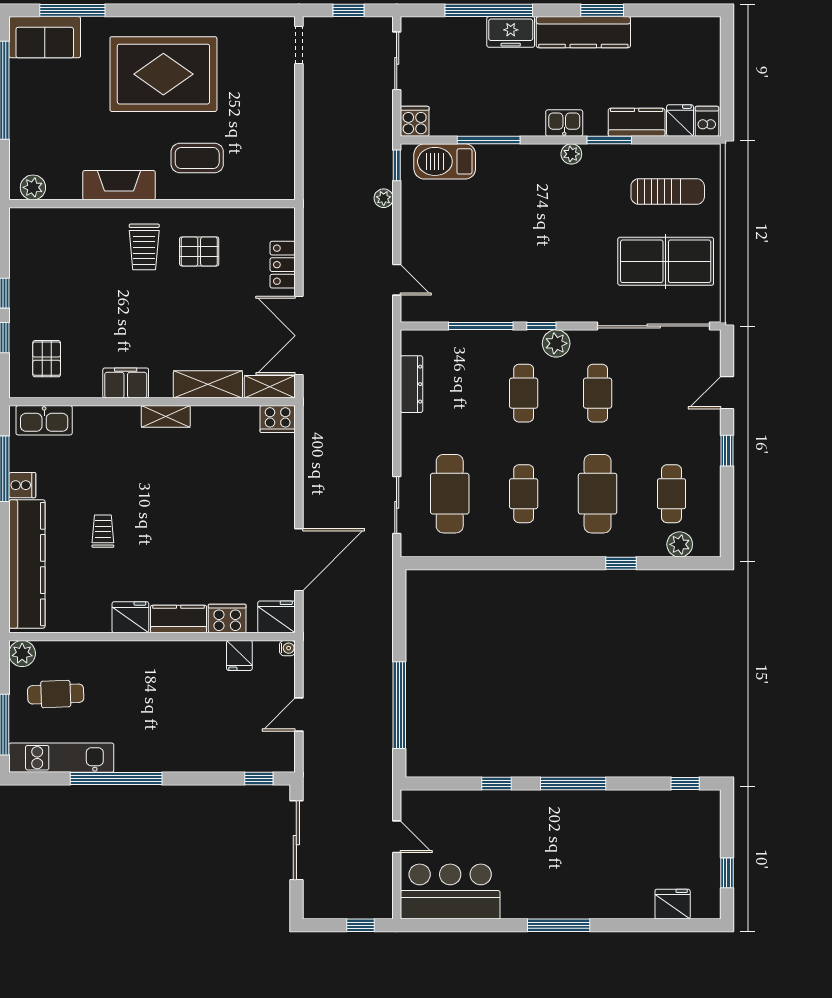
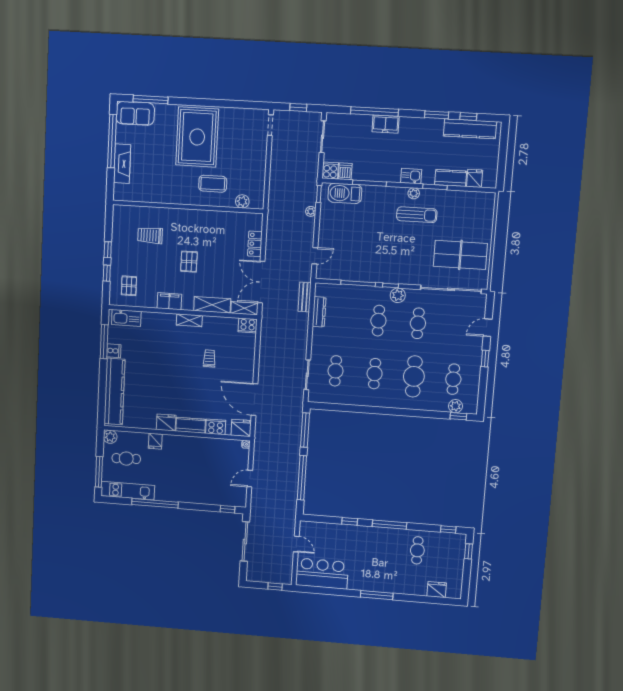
window: (660, 10) -> (468, 117), added
kitchen counter: (583, 32) -> (470, 129), moved
rug: (163, 74) -> (197, 137), turned 90
dishwasher: (707, 121) -> (345, 171), moved
fireplace: (119, 185) -> (122, 164), moved, turned 90
plant: (33, 187) -> (242, 201), moved
sun lounger: (668, 192) -> (417, 215), moved
trolley: (144, 247) -> (150, 235), moved, turned 90
pallet: (199, 251) -> (189, 262), moved, turned 90
door: (397, 280) -> (315, 256), hinge flipped
bench: (382, 358) -> (305, 297), added
cafe table: (450, 494) -> (336, 371), width x0.73, depth x0.74
trolley: (103, 531) -> (209, 358), moved
door: (299, 560) -> (254, 399), swing flipped
window: (621, 563) -> (458, 416), moved
window: (399, 612) -> (305, 430), added
fridge: (239, 655) -> (155, 441), moved
cafe table: (630, 830) -> (417, 550), added
window: (727, 873) -> (468, 551), moved

